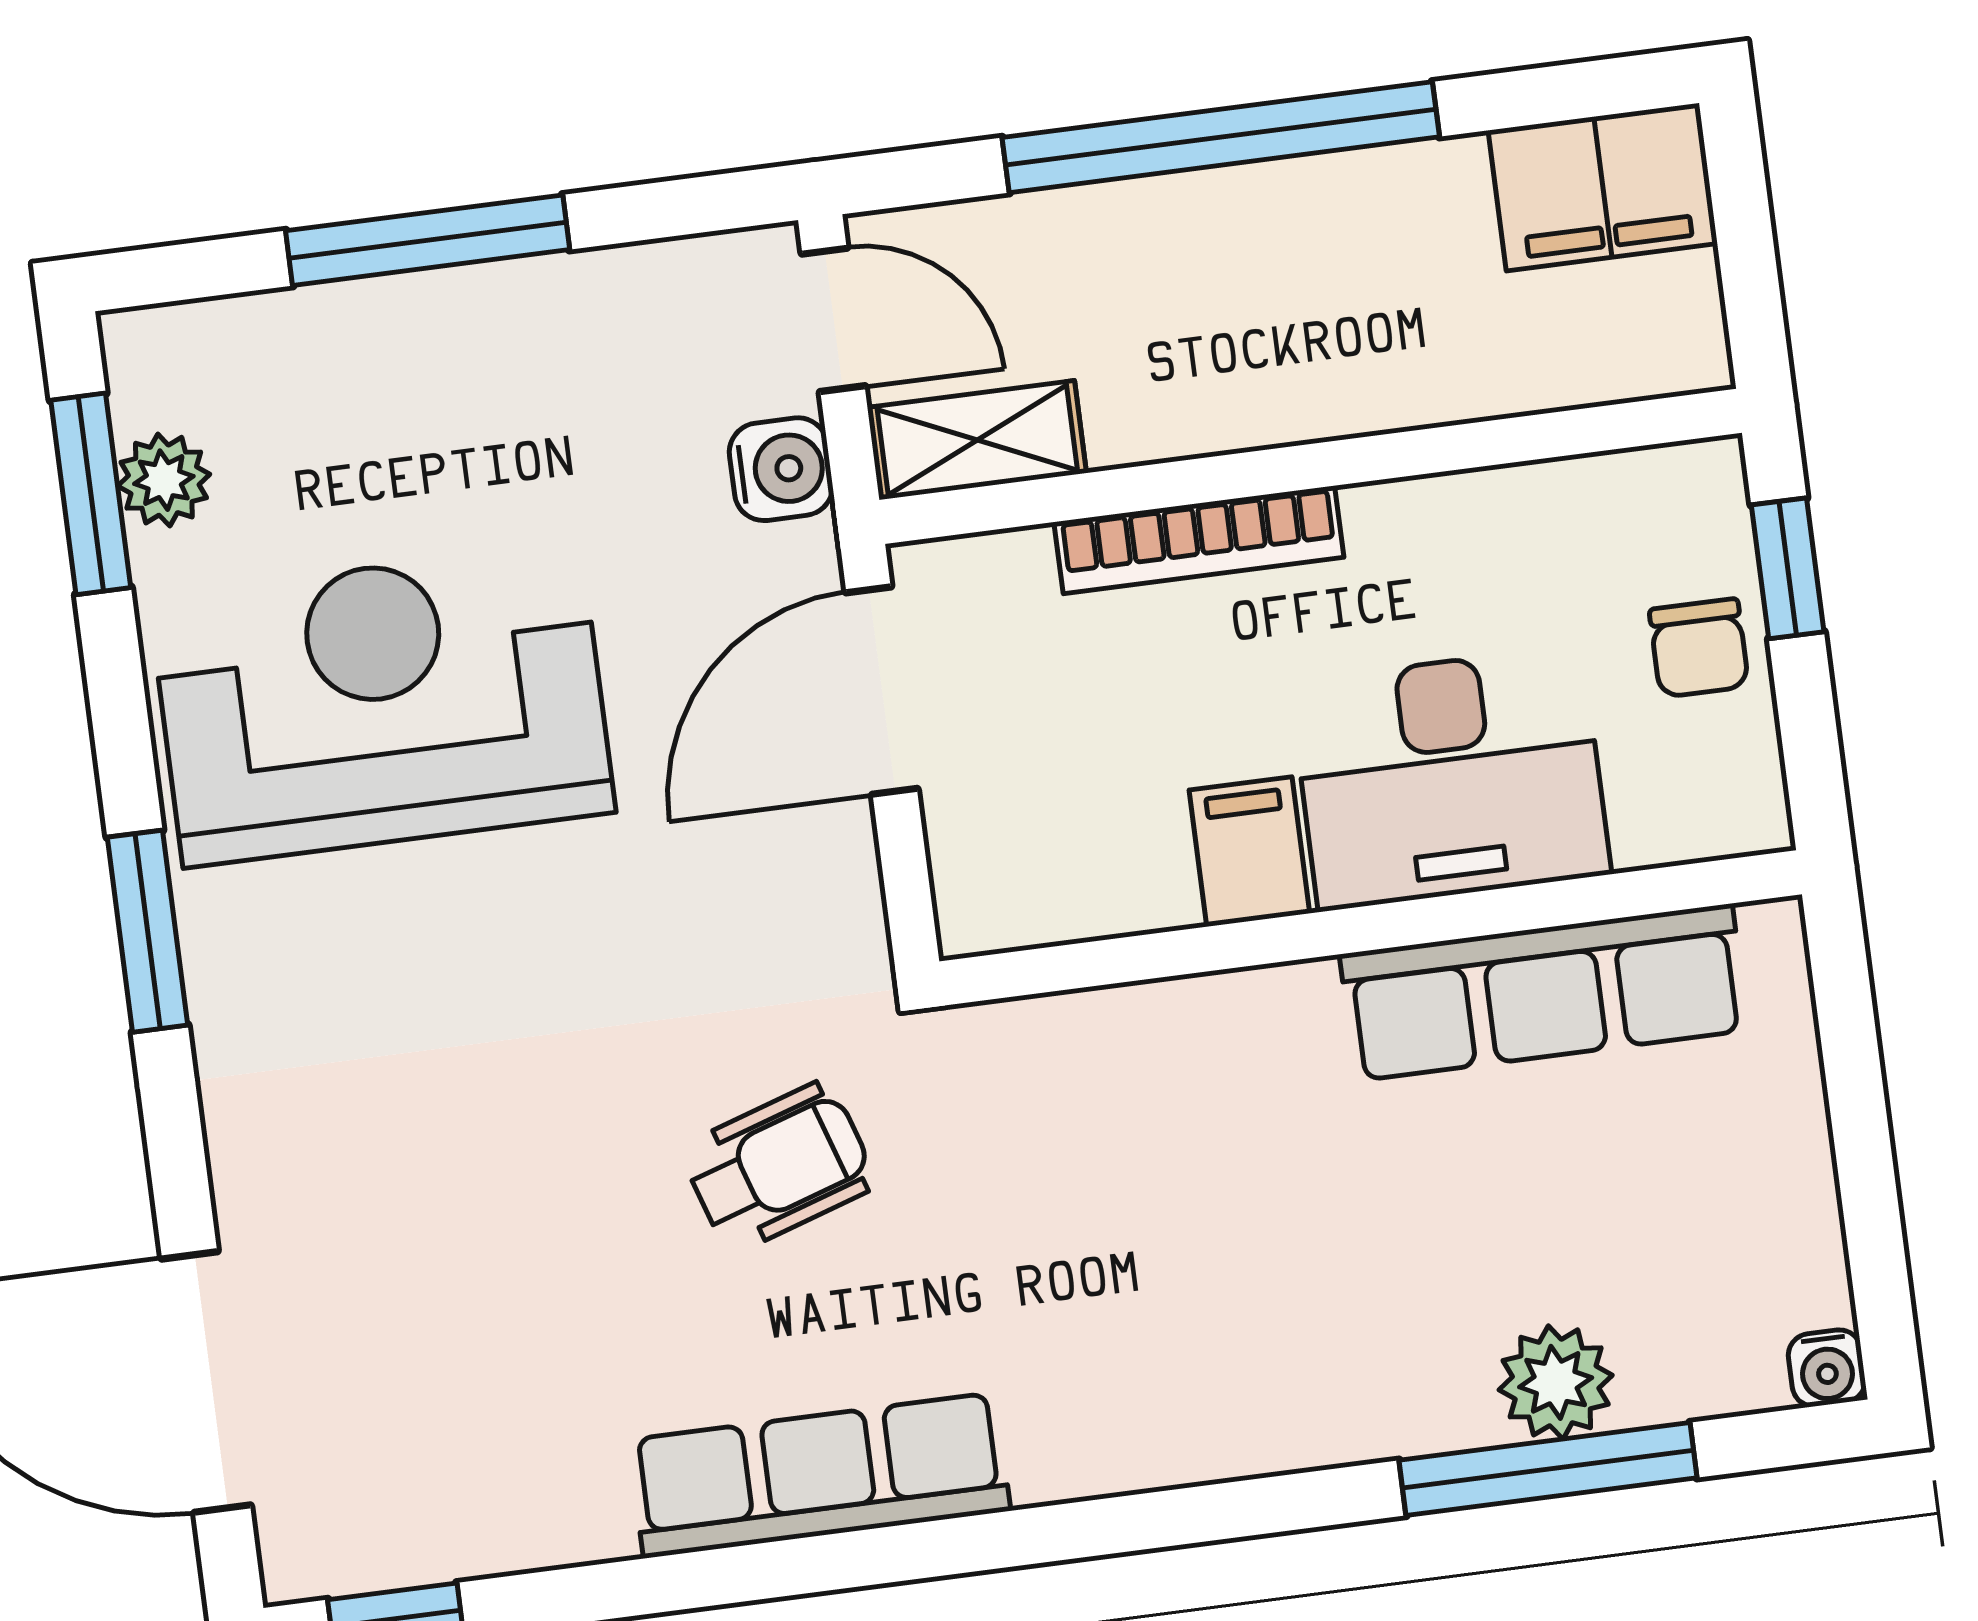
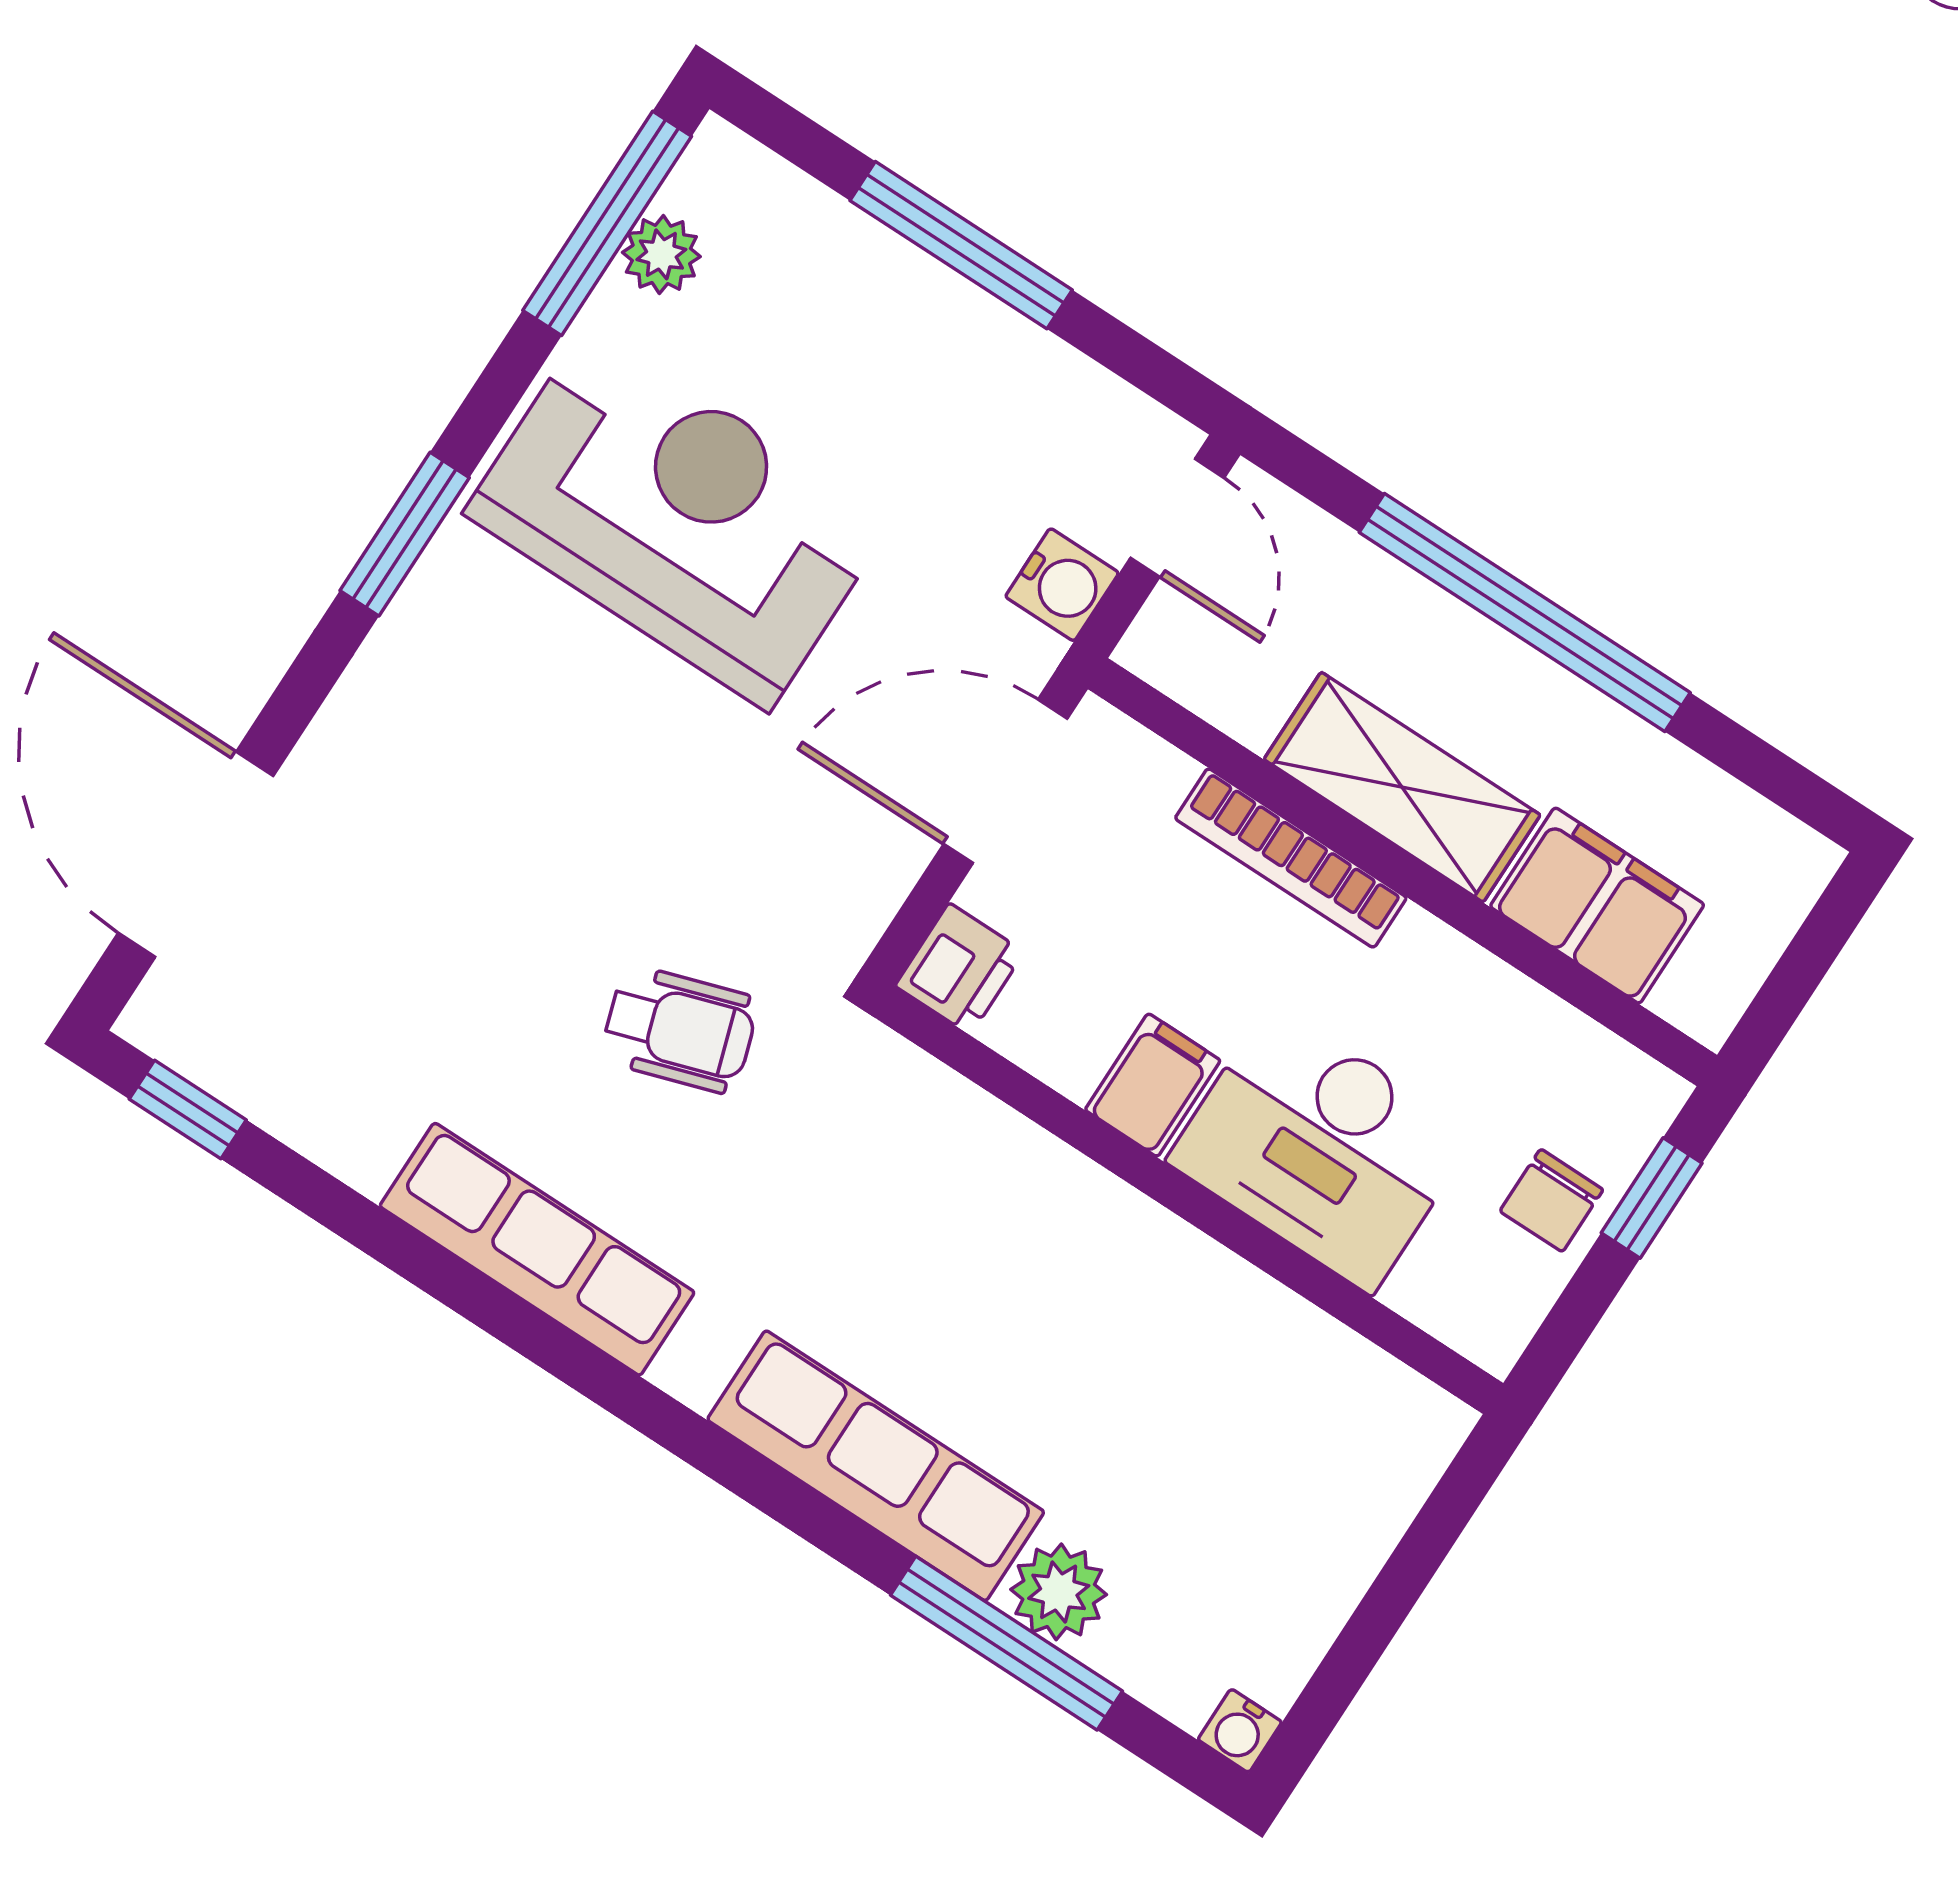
filing cabinet: (1603, 187) -> (1597, 906), moved, turned 180
shelving: (977, 440) -> (1402, 787), moved, width x1.50, depth x1.33
window: (91, 494) -> (607, 223), width x1.44
printer: (985, 896) -> (960, 969), added
row of seats: (1544, 992) -> (876, 1466), moved, turned 180

